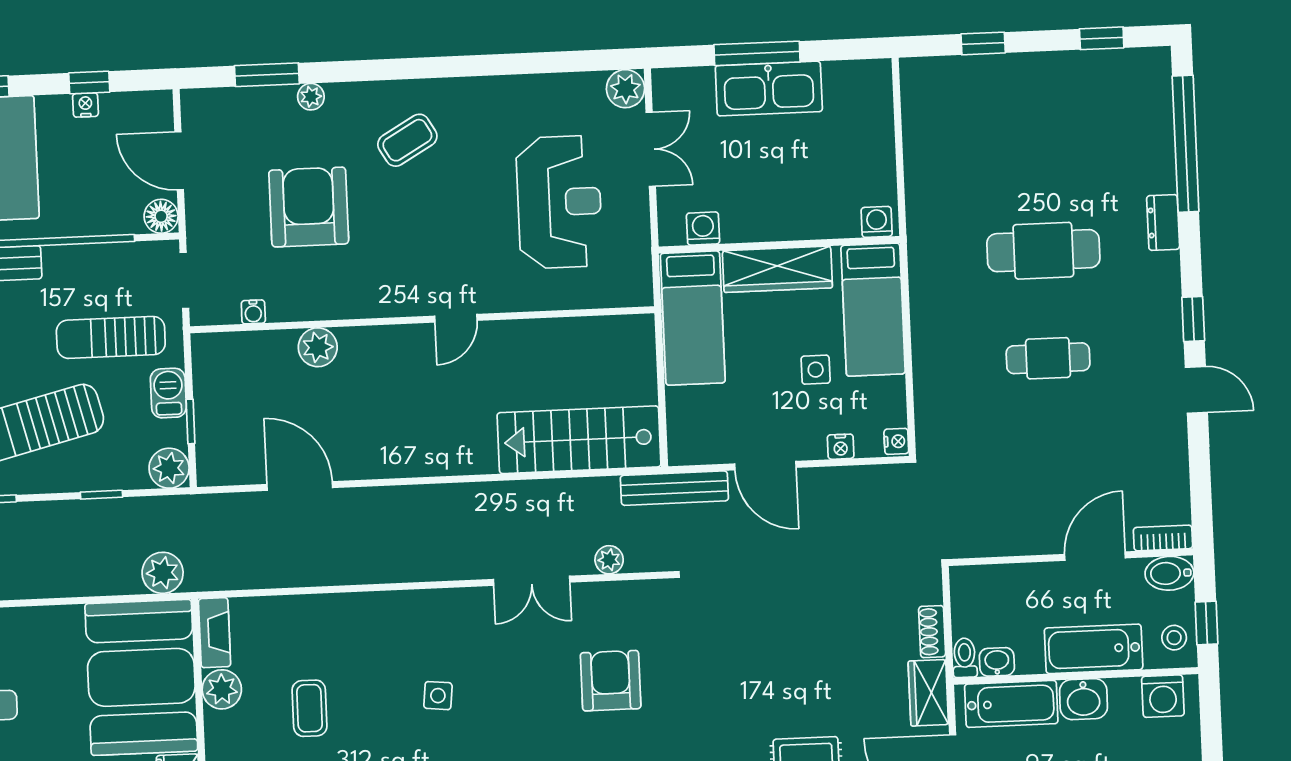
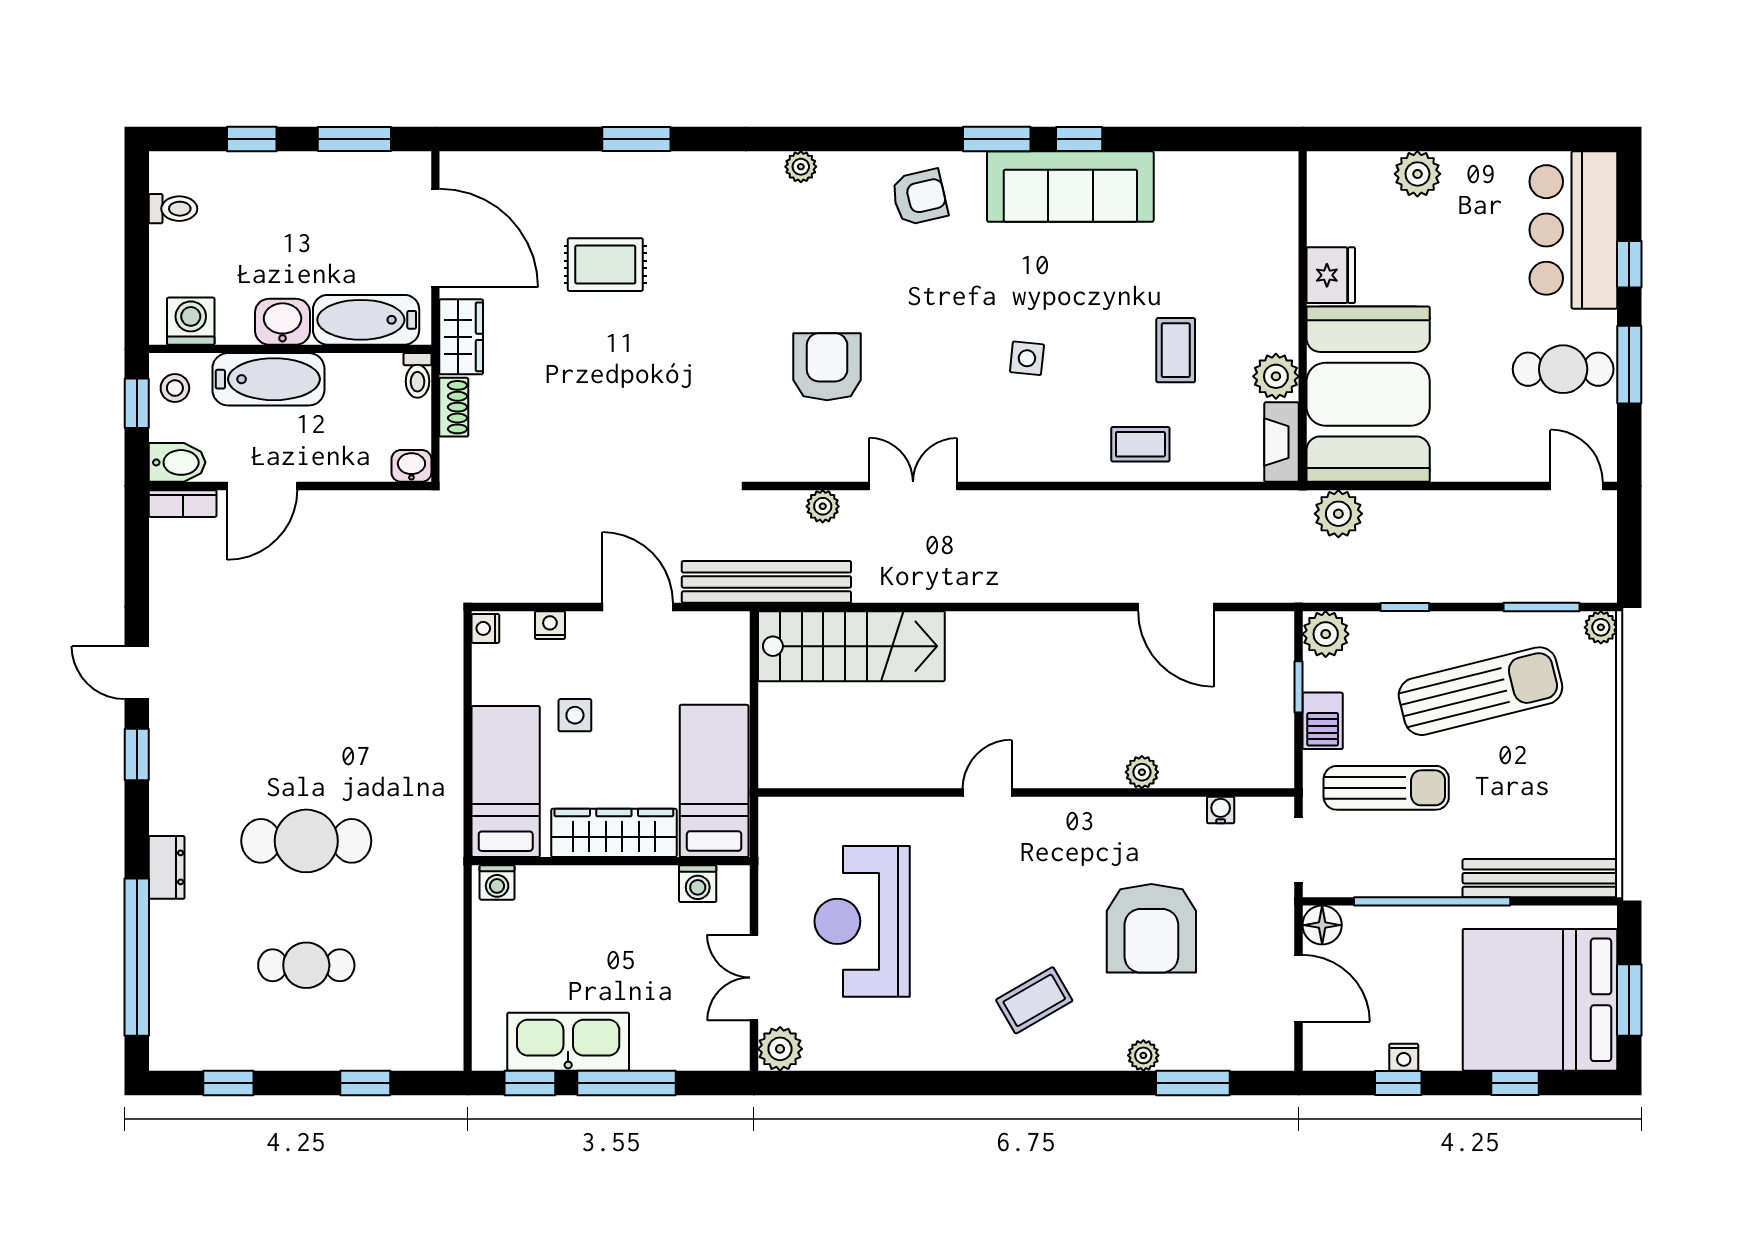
window: (841, 50) -> (530, 1083), added
kitchen sink: (769, 89) -> (568, 1042), moved
plant: (318, 347) -> (1142, 772), width x0.73, depth x0.73
cafe table: (1048, 358) -> (306, 965), moved
bench: (674, 488) -> (766, 582), width x1.37, depth x1.21
coffee table: (336, 625) -> (1140, 444), added
washbasin: (997, 662) -> (411, 466), moved, turned 180
armchair: (611, 681) -> (827, 367), turned 180

